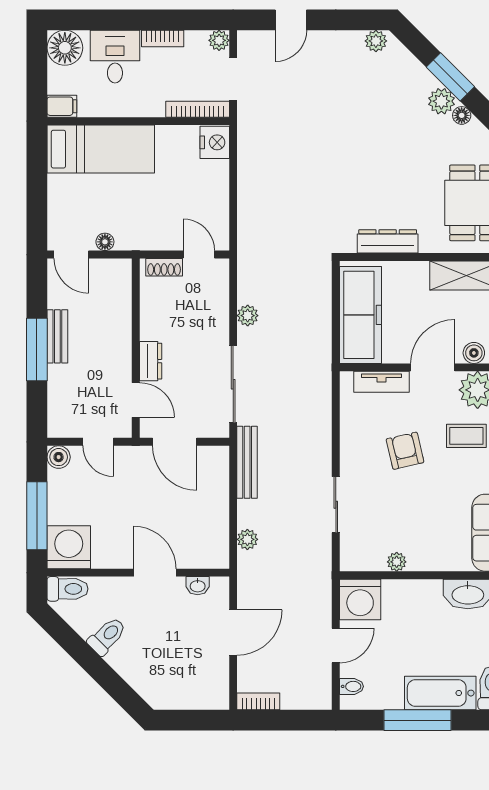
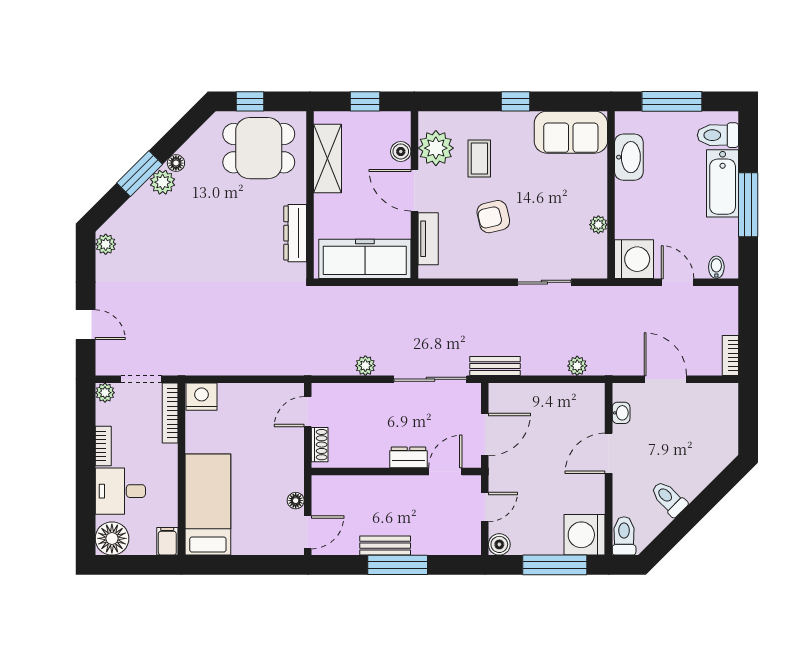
bench: (247, 462) -> (495, 366), width x0.73

